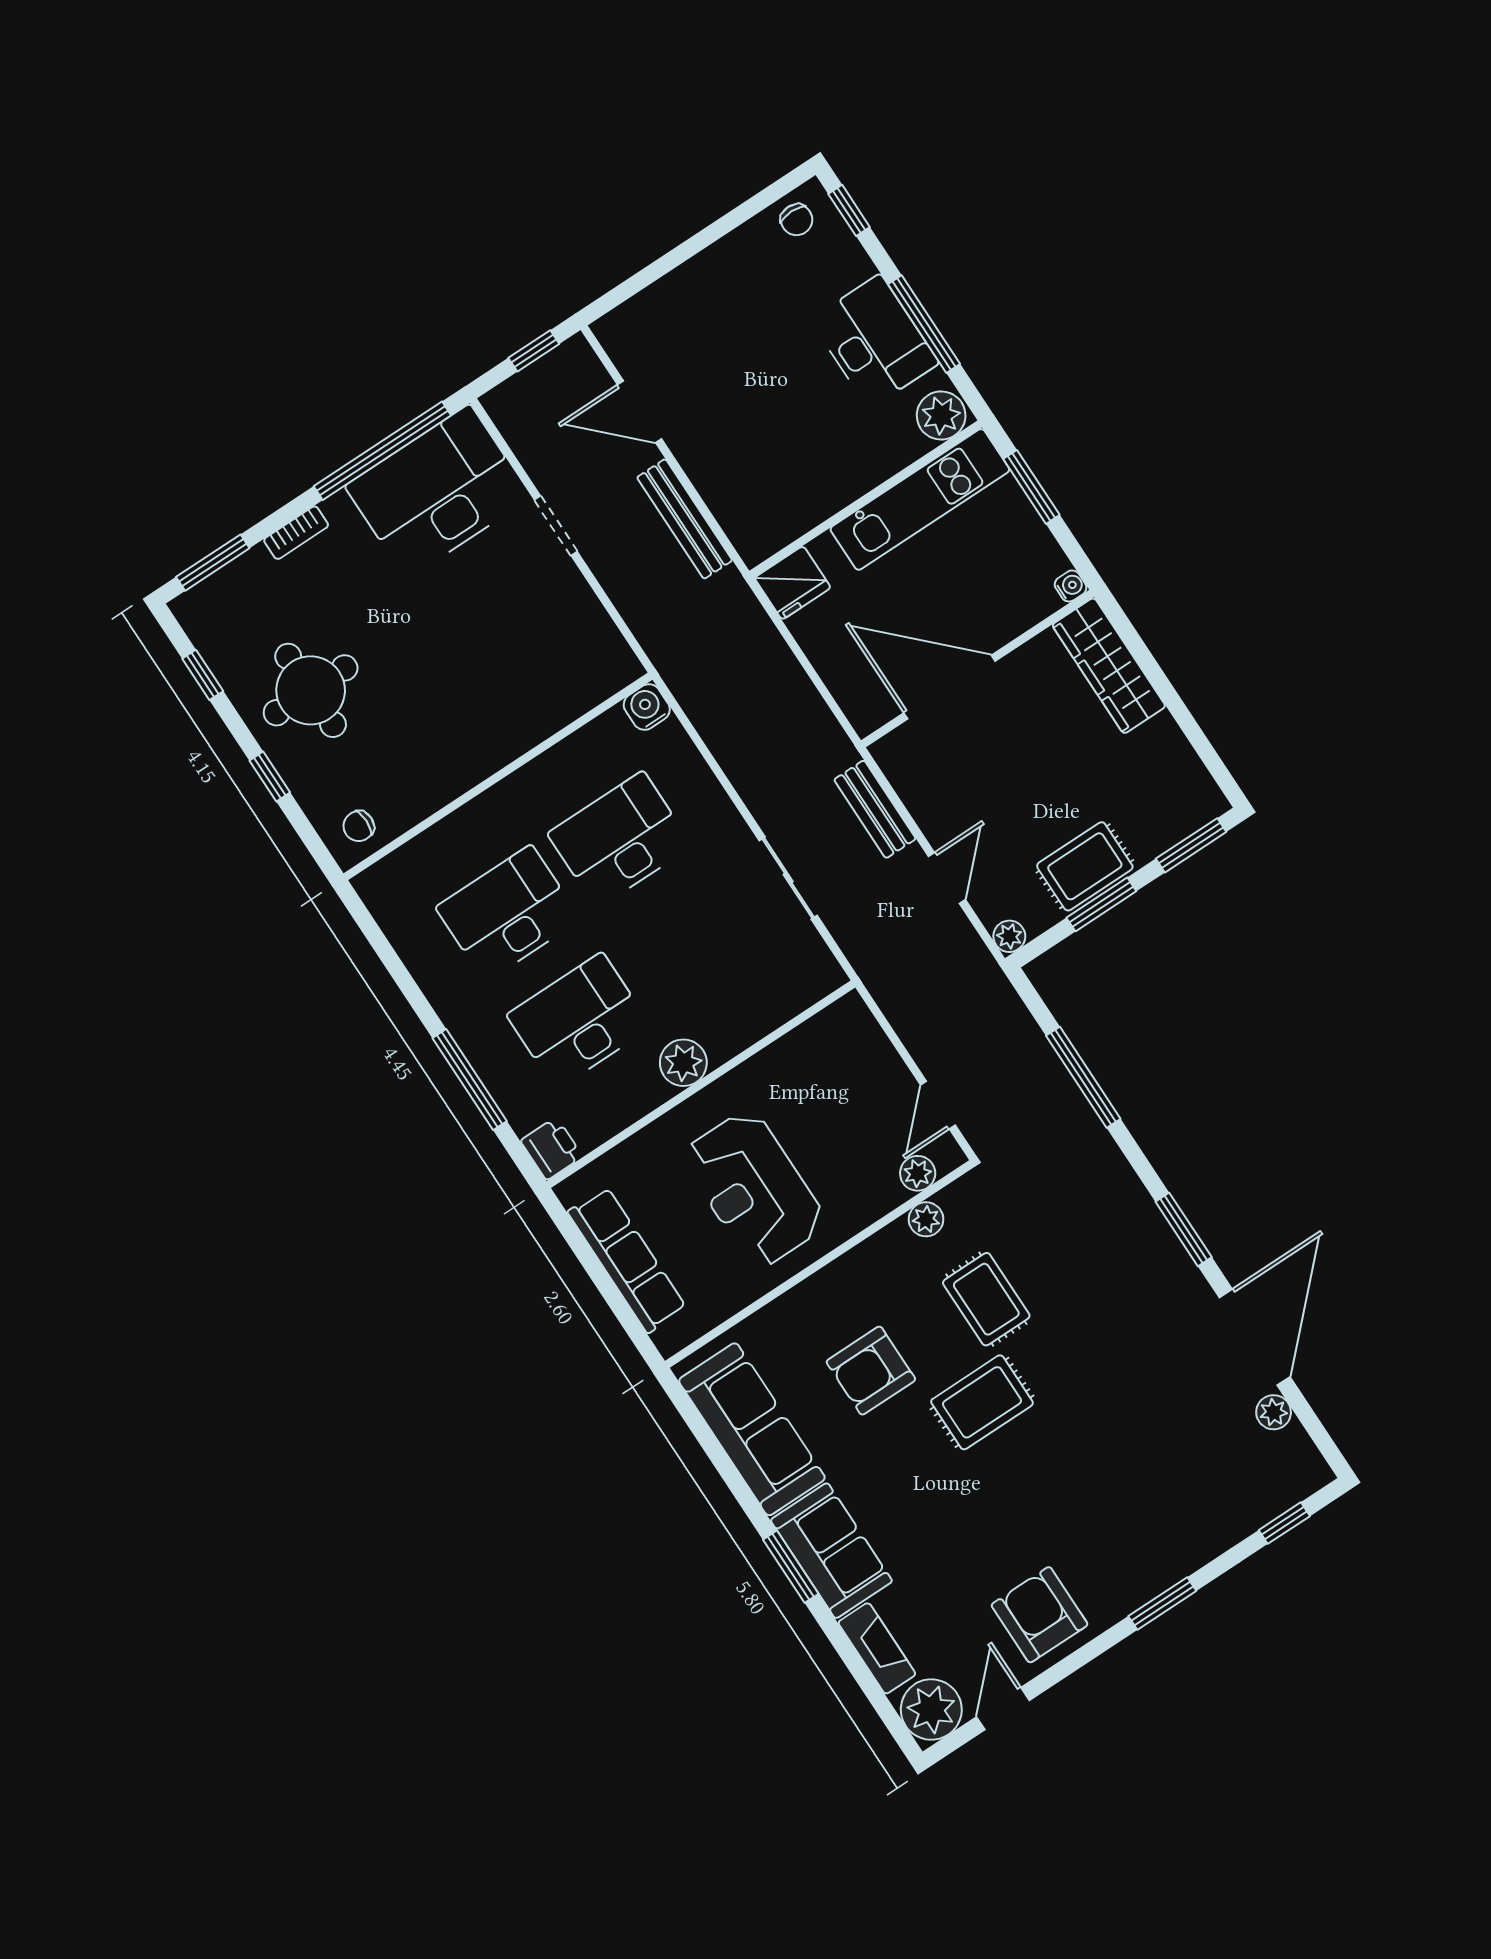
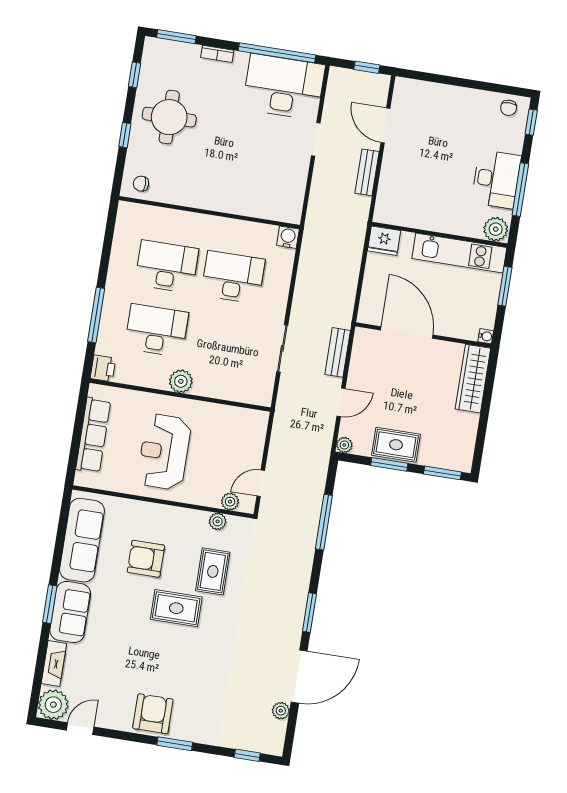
bench: (685, 519) -> (367, 172), width x0.73
armchair: (1040, 1615) -> (153, 714), moved

